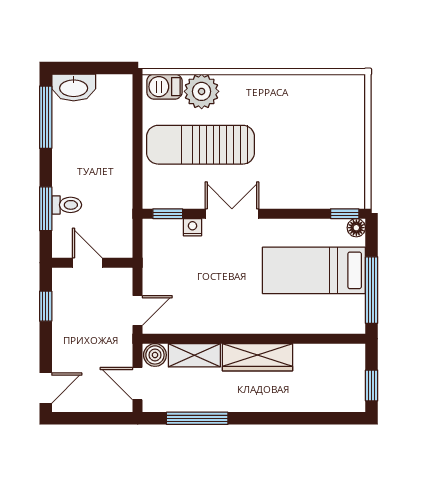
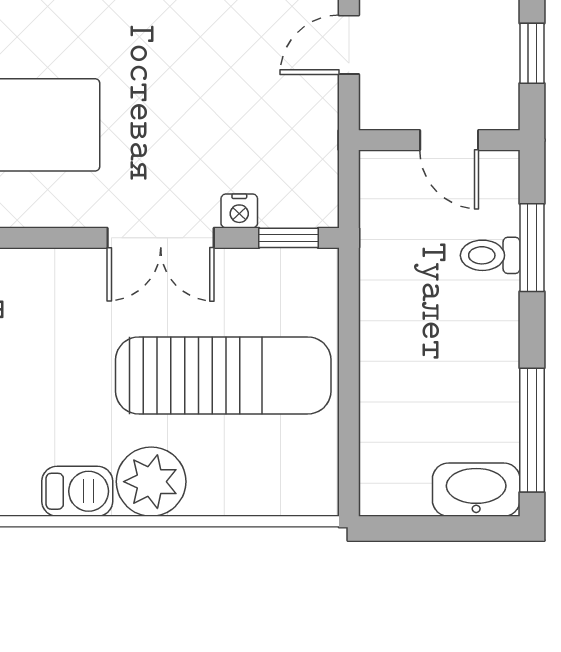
barbecue: (164, 87) -> (77, 491), moved
plant: (202, 91) -> (151, 482), moved

